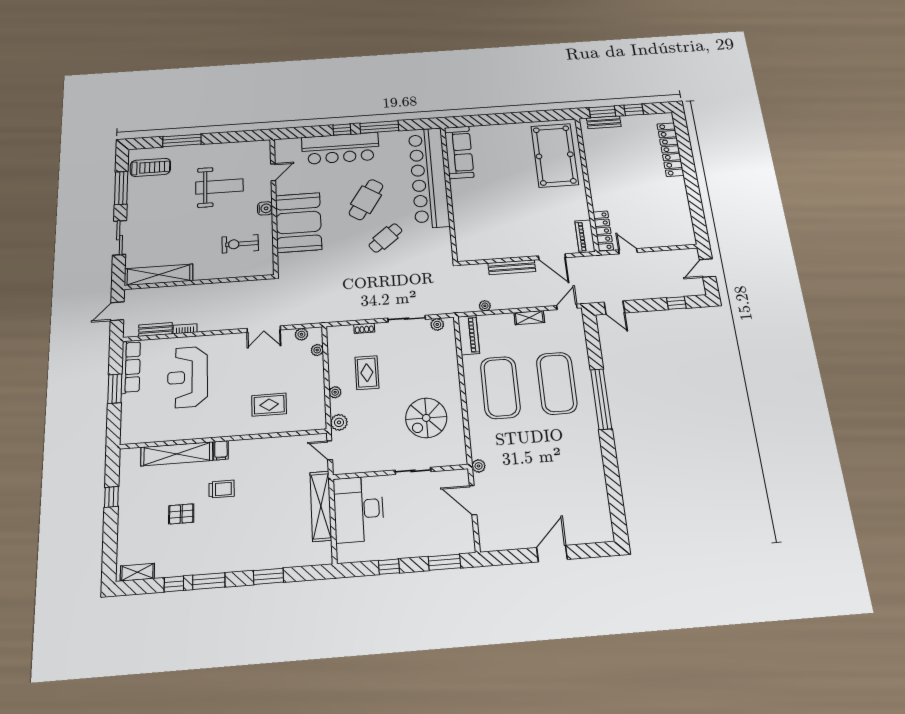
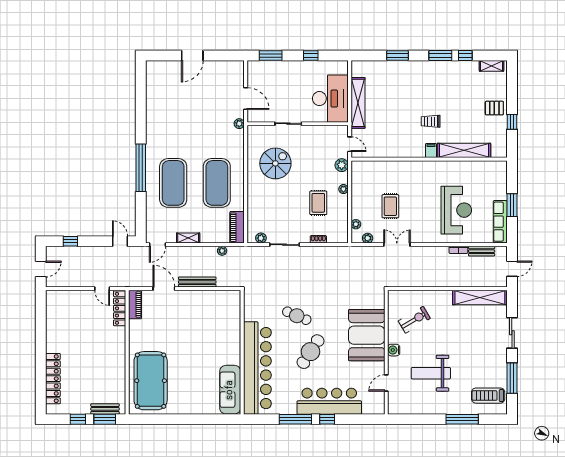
cafe table: (385, 238) -> (297, 316), turned 62
exercise bike: (240, 244) -> (414, 320), turned -31
rug: (269, 405) -> (390, 206), moved, turned 90
pallet: (181, 514) -> (494, 108), moved

